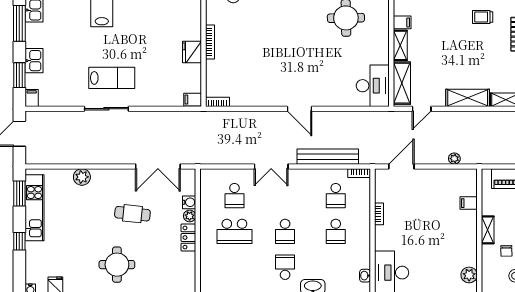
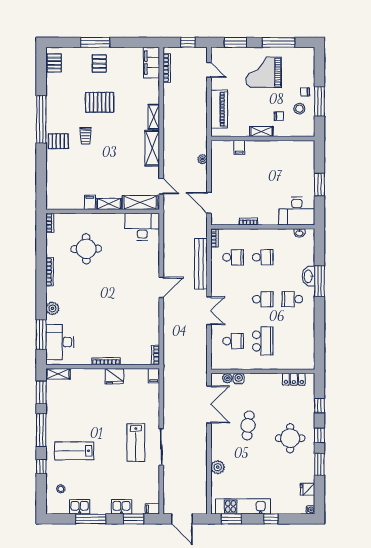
lab bench: (112, 78) -> (136, 443), turned 180
plant: (190, 216) -> (227, 378), moved
locker: (188, 237) -> (294, 379), moved
plant: (469, 275) -> (299, 147), removed

